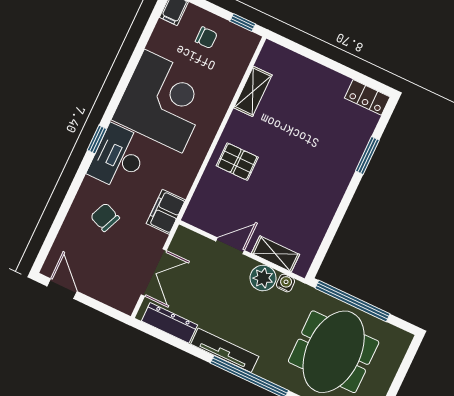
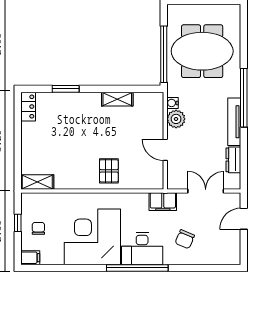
window: (243, 23) -> (18, 223), moved
shelving: (253, 91) -> (37, 182), moved
window: (97, 140) -> (137, 268), width x3.17
shelving: (276, 254) -> (117, 99), moved, turned 90
door: (62, 289) -> (244, 219), moved
dresser: (170, 323) -> (233, 160), width x0.70

